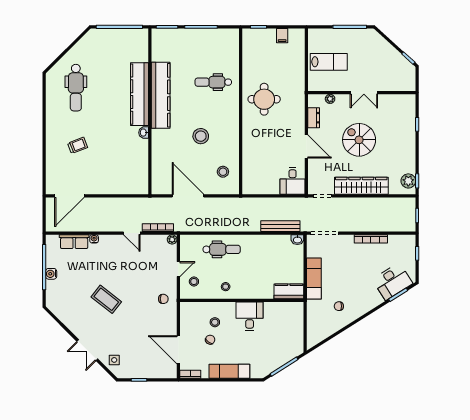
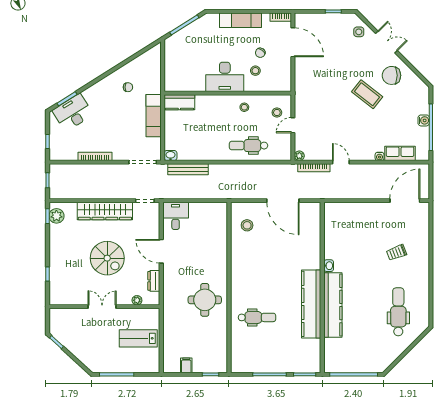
stool: (201, 136) -> (270, 262), removed
chair: (163, 299) -> (391, 75), moved, width x1.87, depth x1.87
desk: (250, 316) -> (225, 77), width x1.37

